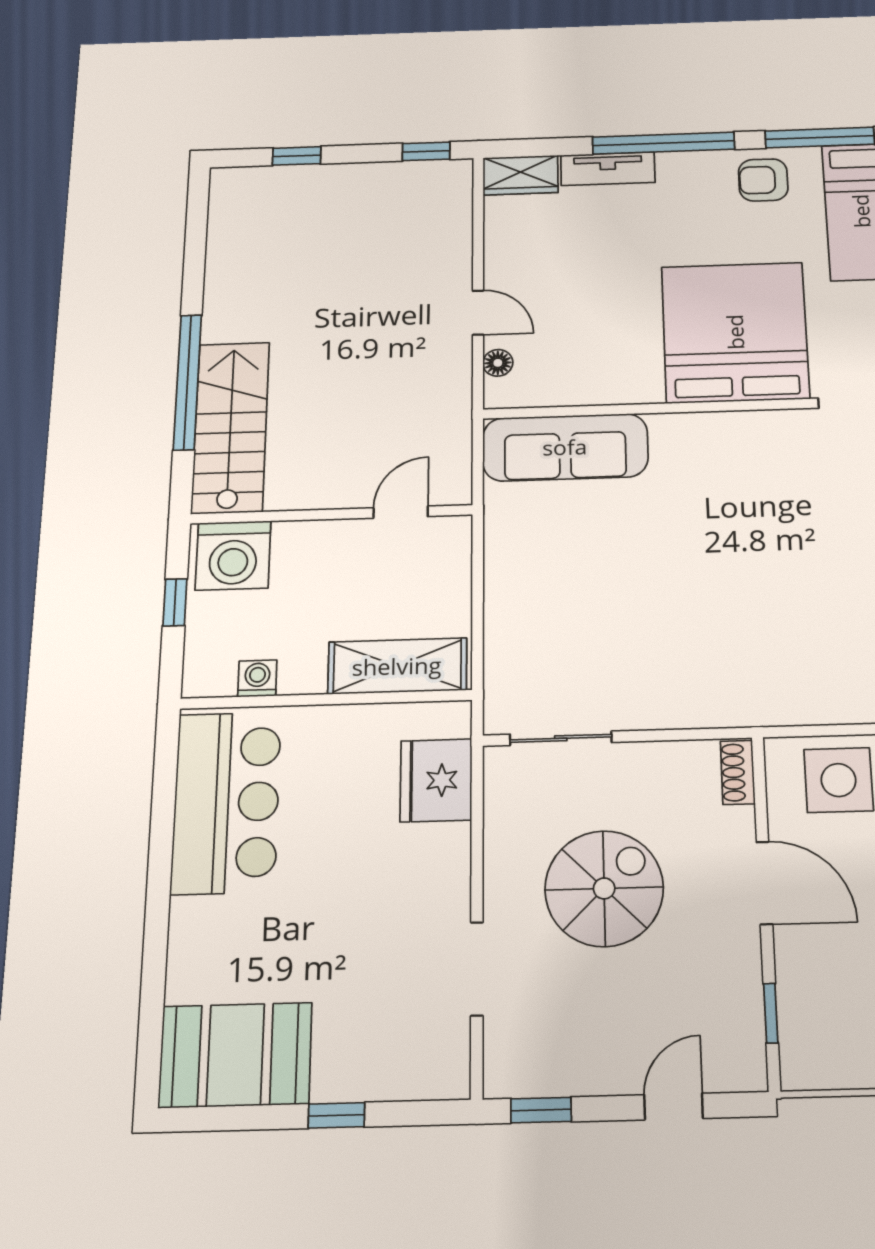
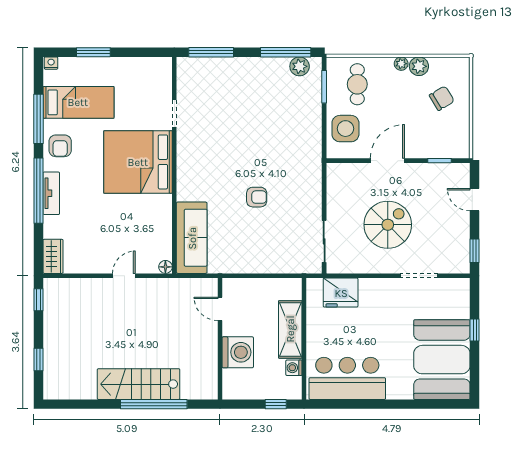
tv unit: (608, 169) -> (51, 193), moved
floor lamp: (498, 363) -> (165, 267), moved
stairs: (231, 427) -> (139, 384), moved
washing machine: (233, 555) -> (238, 352), moved
armchair: (663, 583) -> (257, 197), added
window: (175, 602) -> (276, 404), moved
shelving: (397, 666) -> (290, 329), moved
shoe rack: (738, 772) -> (341, 169), removed
spiral stairs: (604, 888) -> (388, 225), turned 90
booth: (235, 1055) -> (442, 360), width x1.36, depth x1.42

